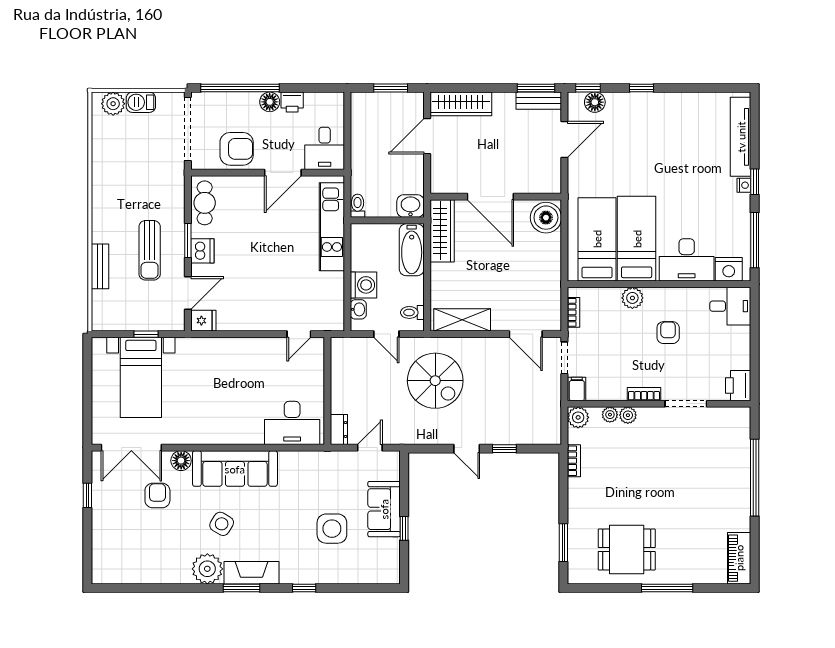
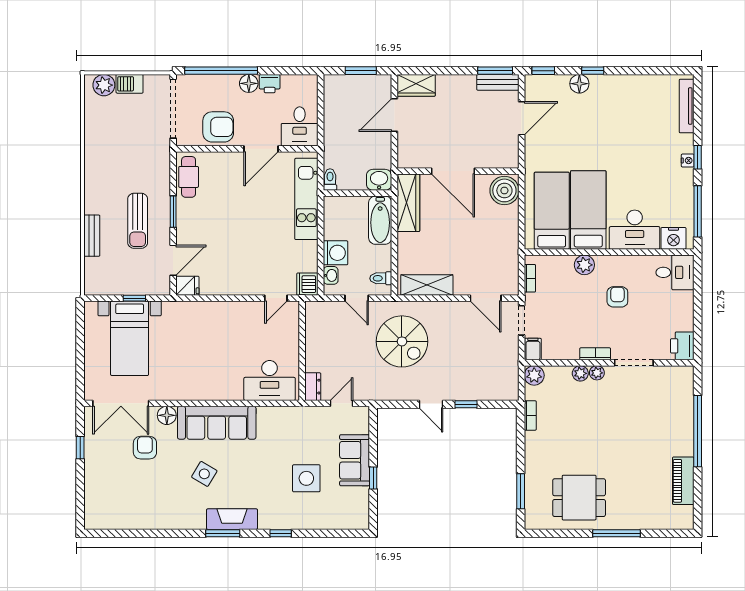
floor lamp: (595, 102) -> (579, 84), moved
wardrobe: (461, 104) -> (416, 85), width x0.67
tv unit: (741, 137) -> (687, 106), width x0.73, depth x0.78
dishwasher: (202, 251) -> (307, 284), moved, turned 180
plant: (610, 415) -> (597, 373), moved
piano: (739, 558) -> (683, 481), moved
plant: (207, 569) -> (191, 515), removed

